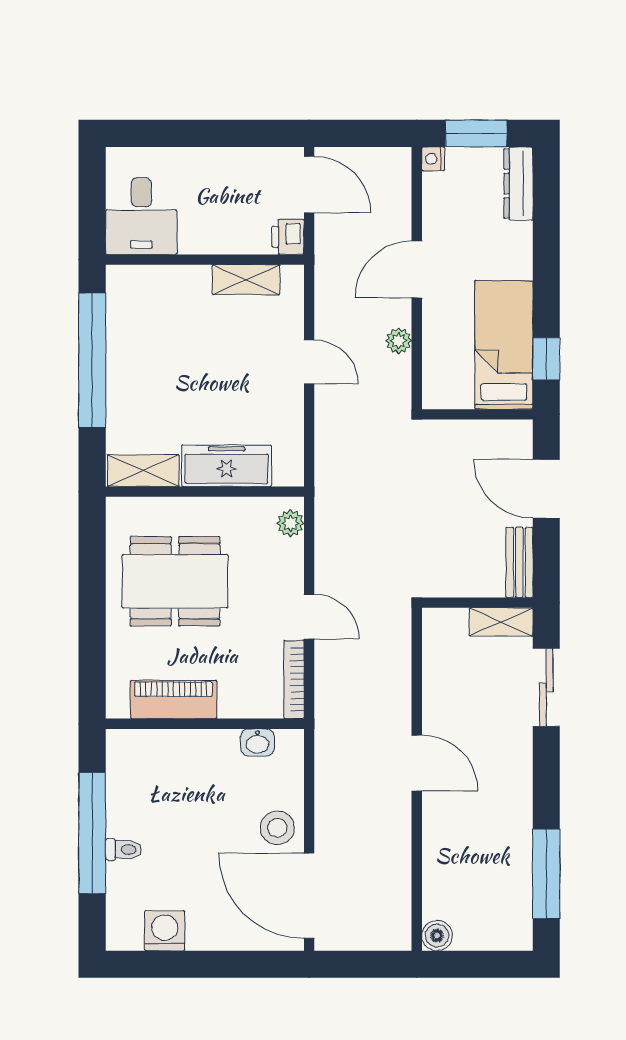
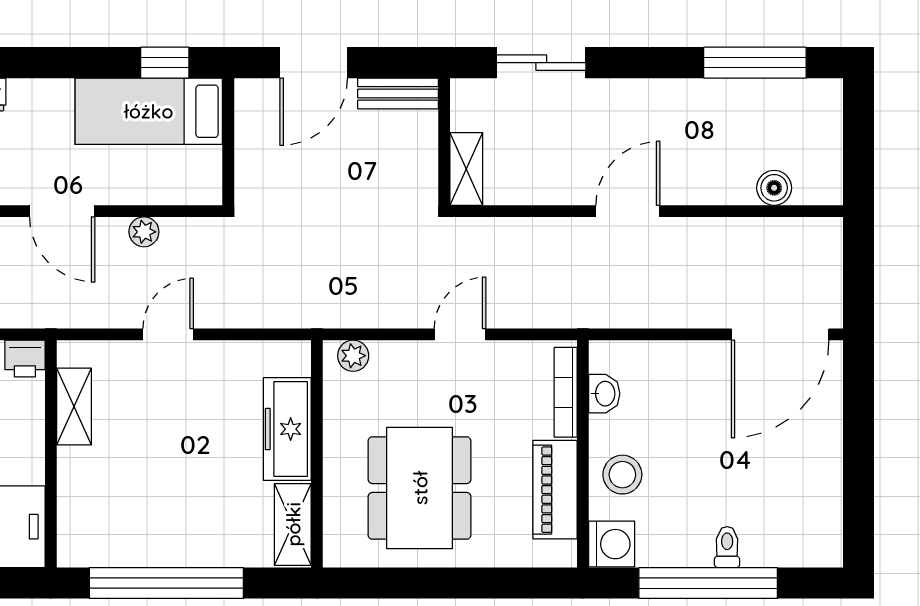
shelving: (501, 622) -> (466, 169), moved
bookcase: (294, 680) -> (566, 392), moved, turned 90
stool: (277, 828) -> (622, 475), moved
washing machine: (165, 931) -> (612, 544), moved, turned 180
boiler: (437, 936) -> (774, 188), moved

